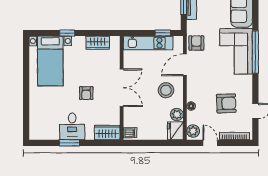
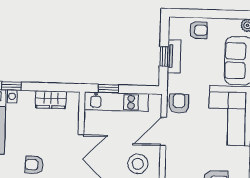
window: (163, 33) -> (108, 89), moved
armchair: (86, 93) -> (34, 165), turned 90

